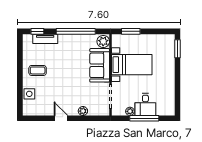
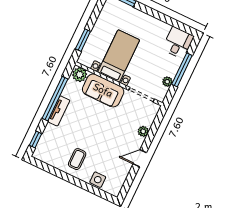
tv unit: (45, 39) -> (59, 111), moved
desk: (145, 104) -> (178, 43), moved, turned -90

